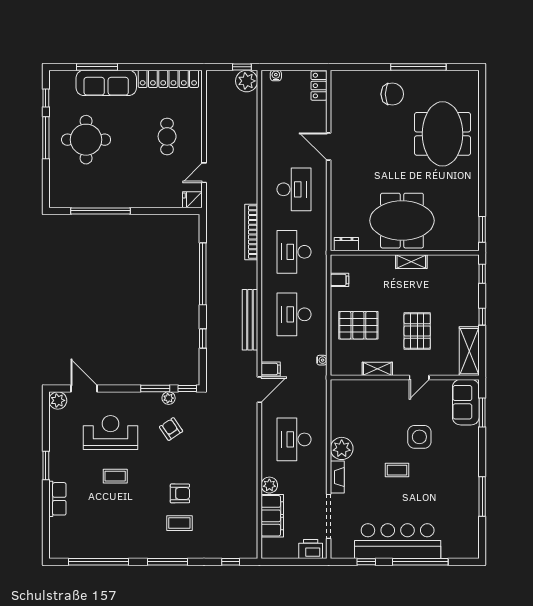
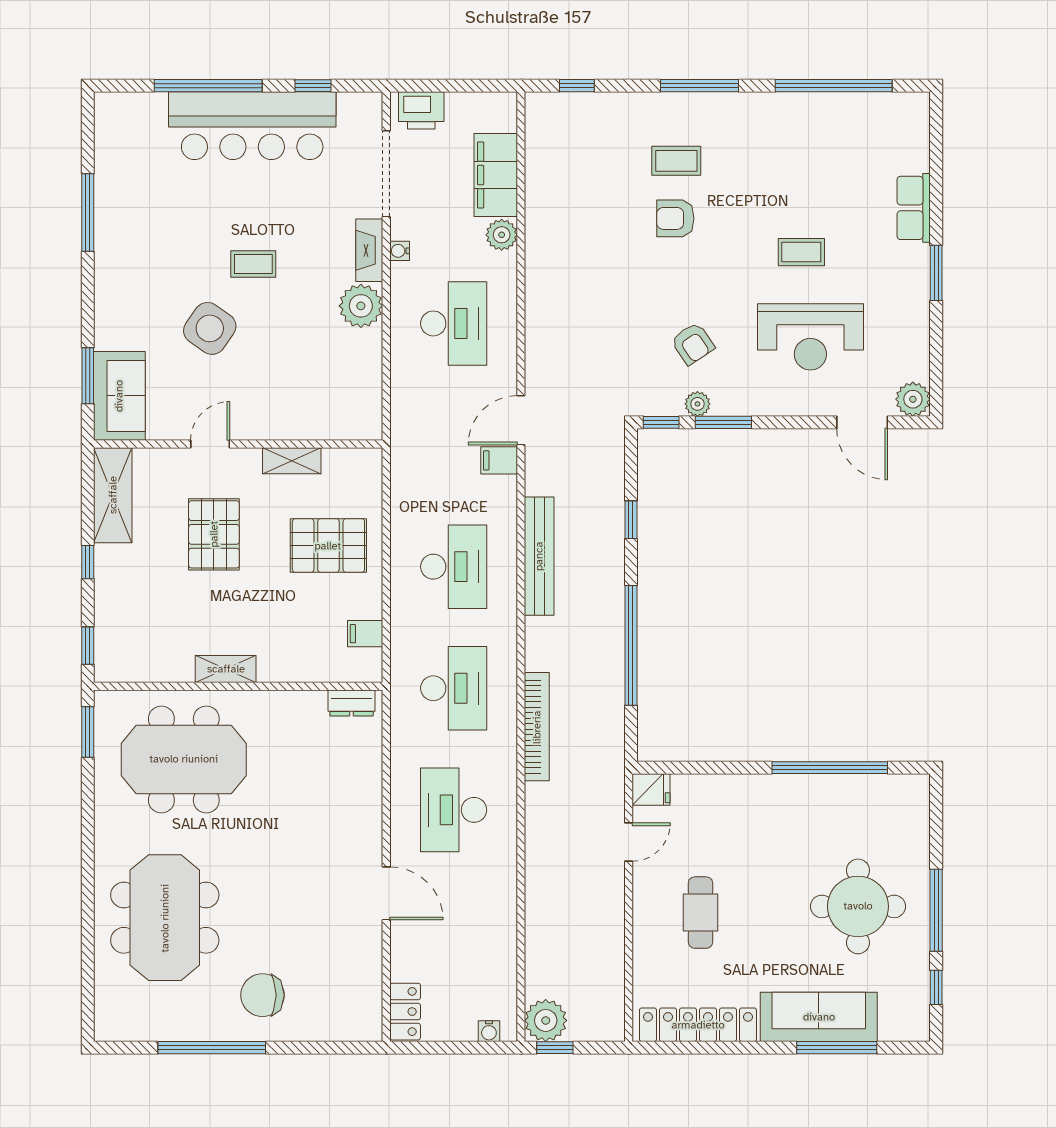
meeting table: (402, 221) -> (184, 759), moved
water cooler: (322, 360) -> (400, 251), moved
side table: (419, 437) -> (210, 328), turned 35

